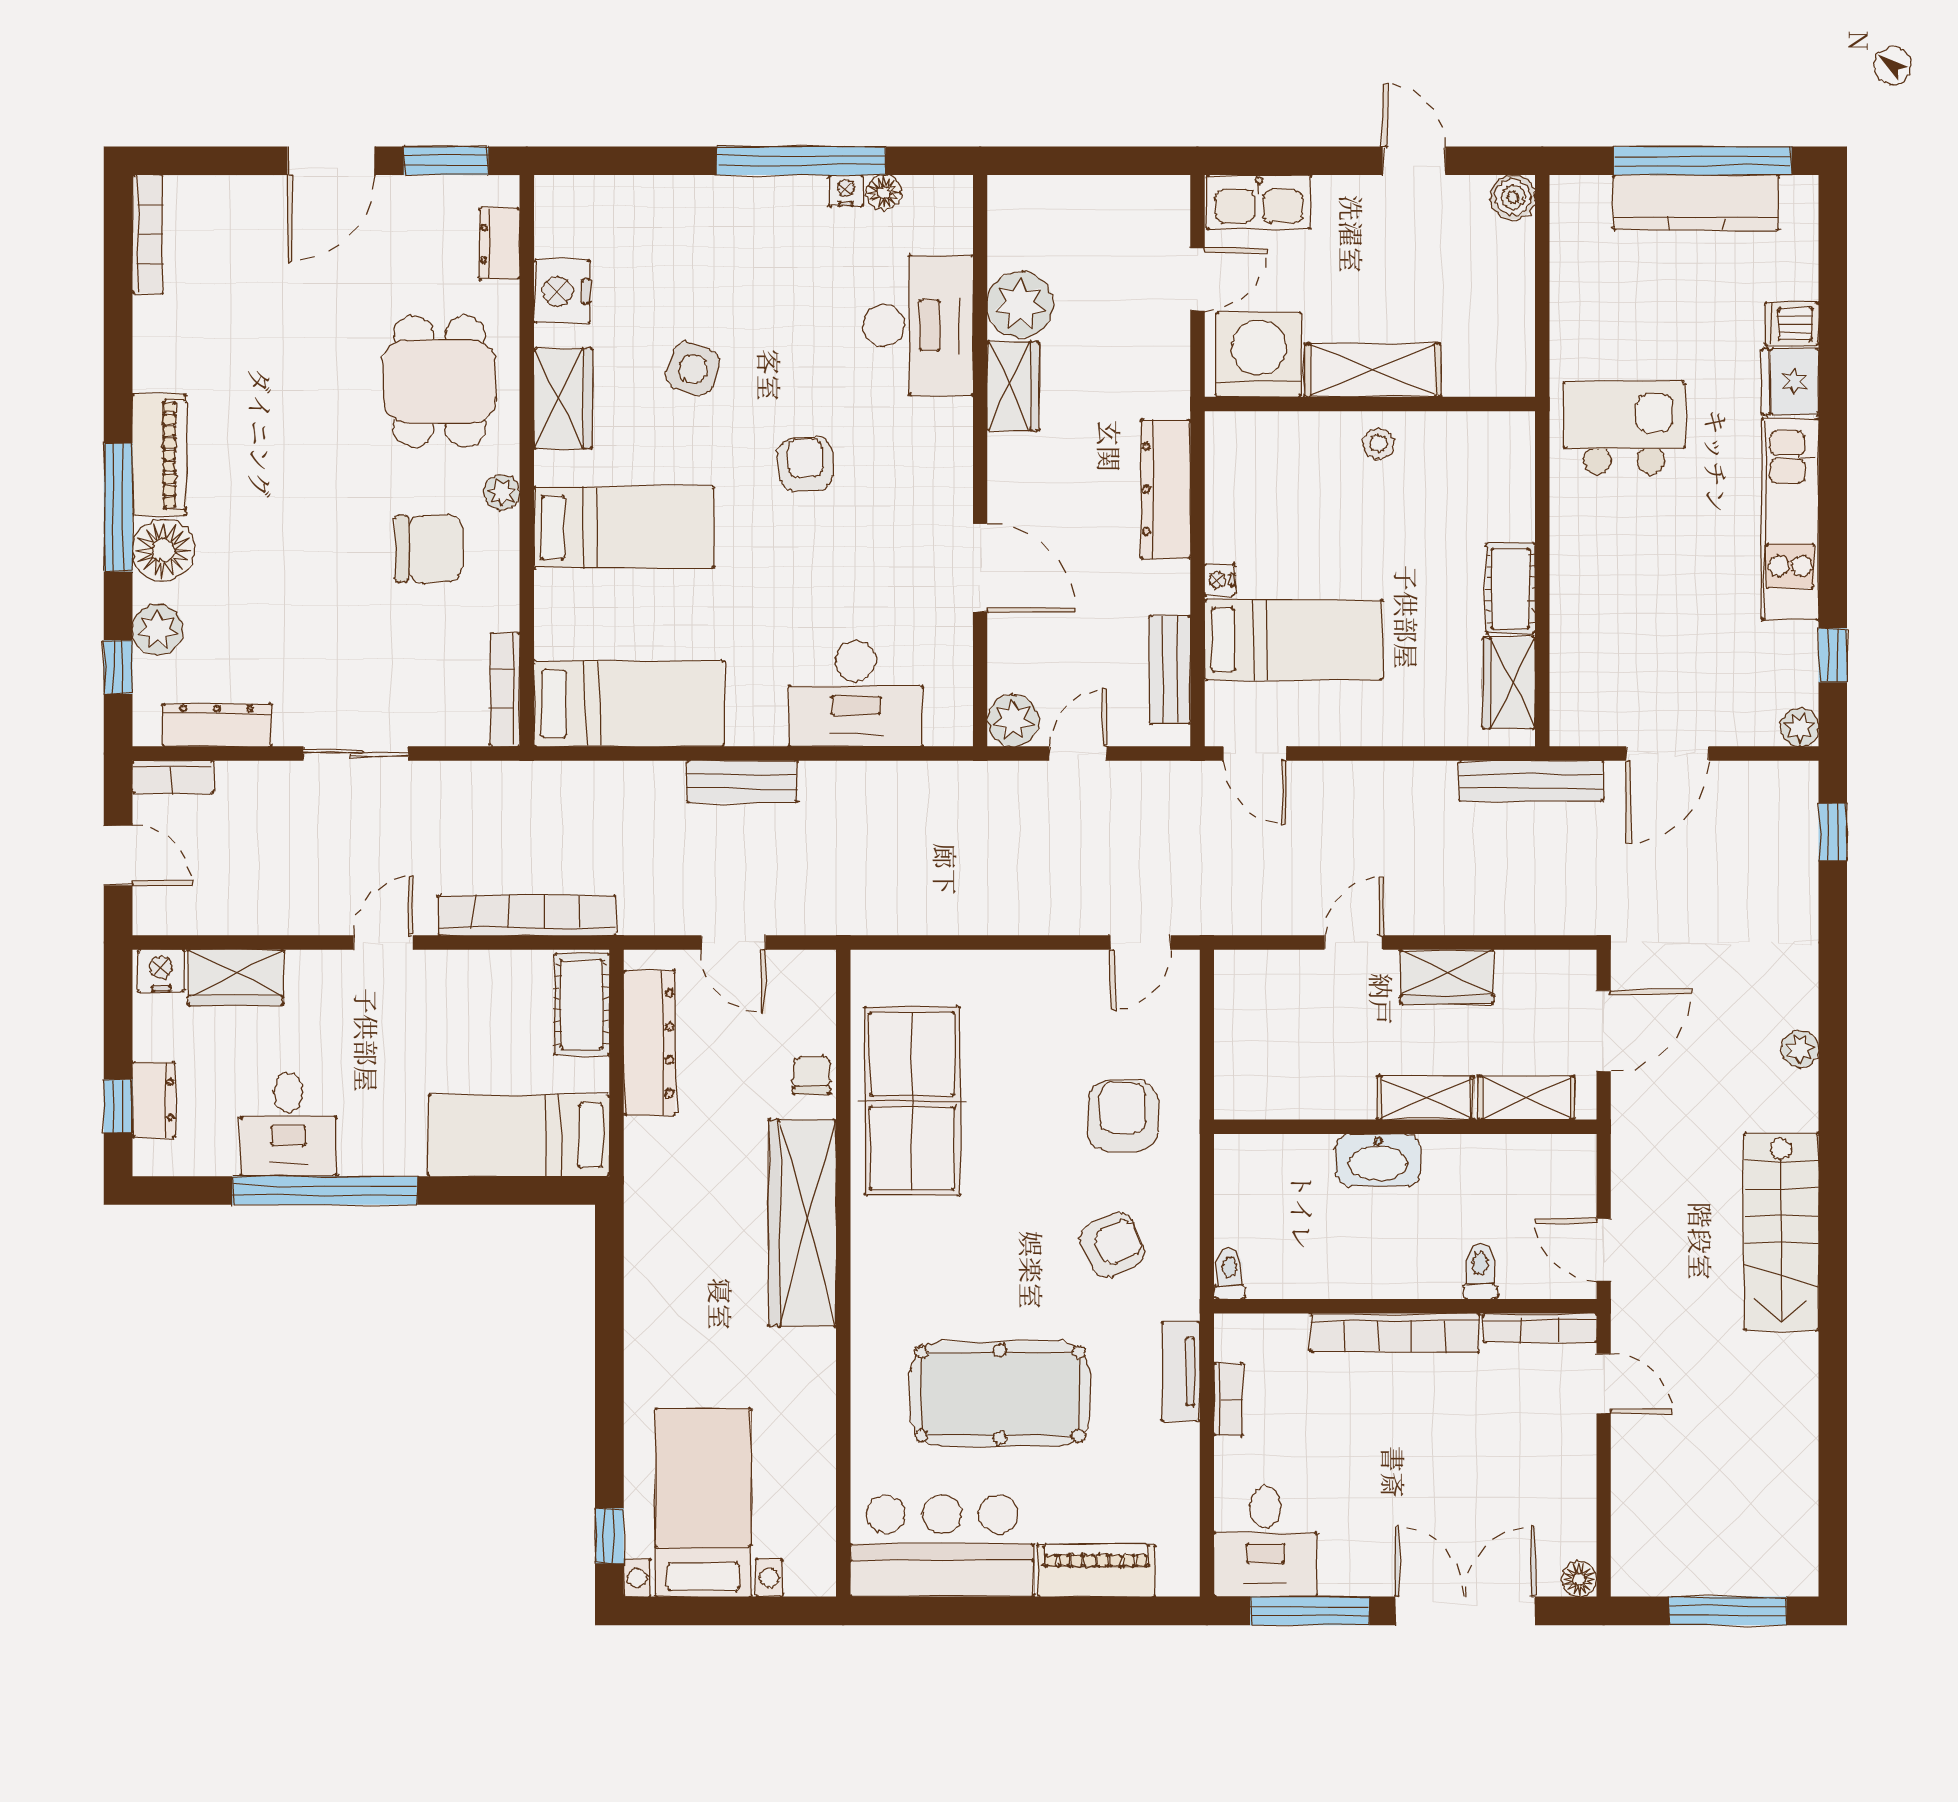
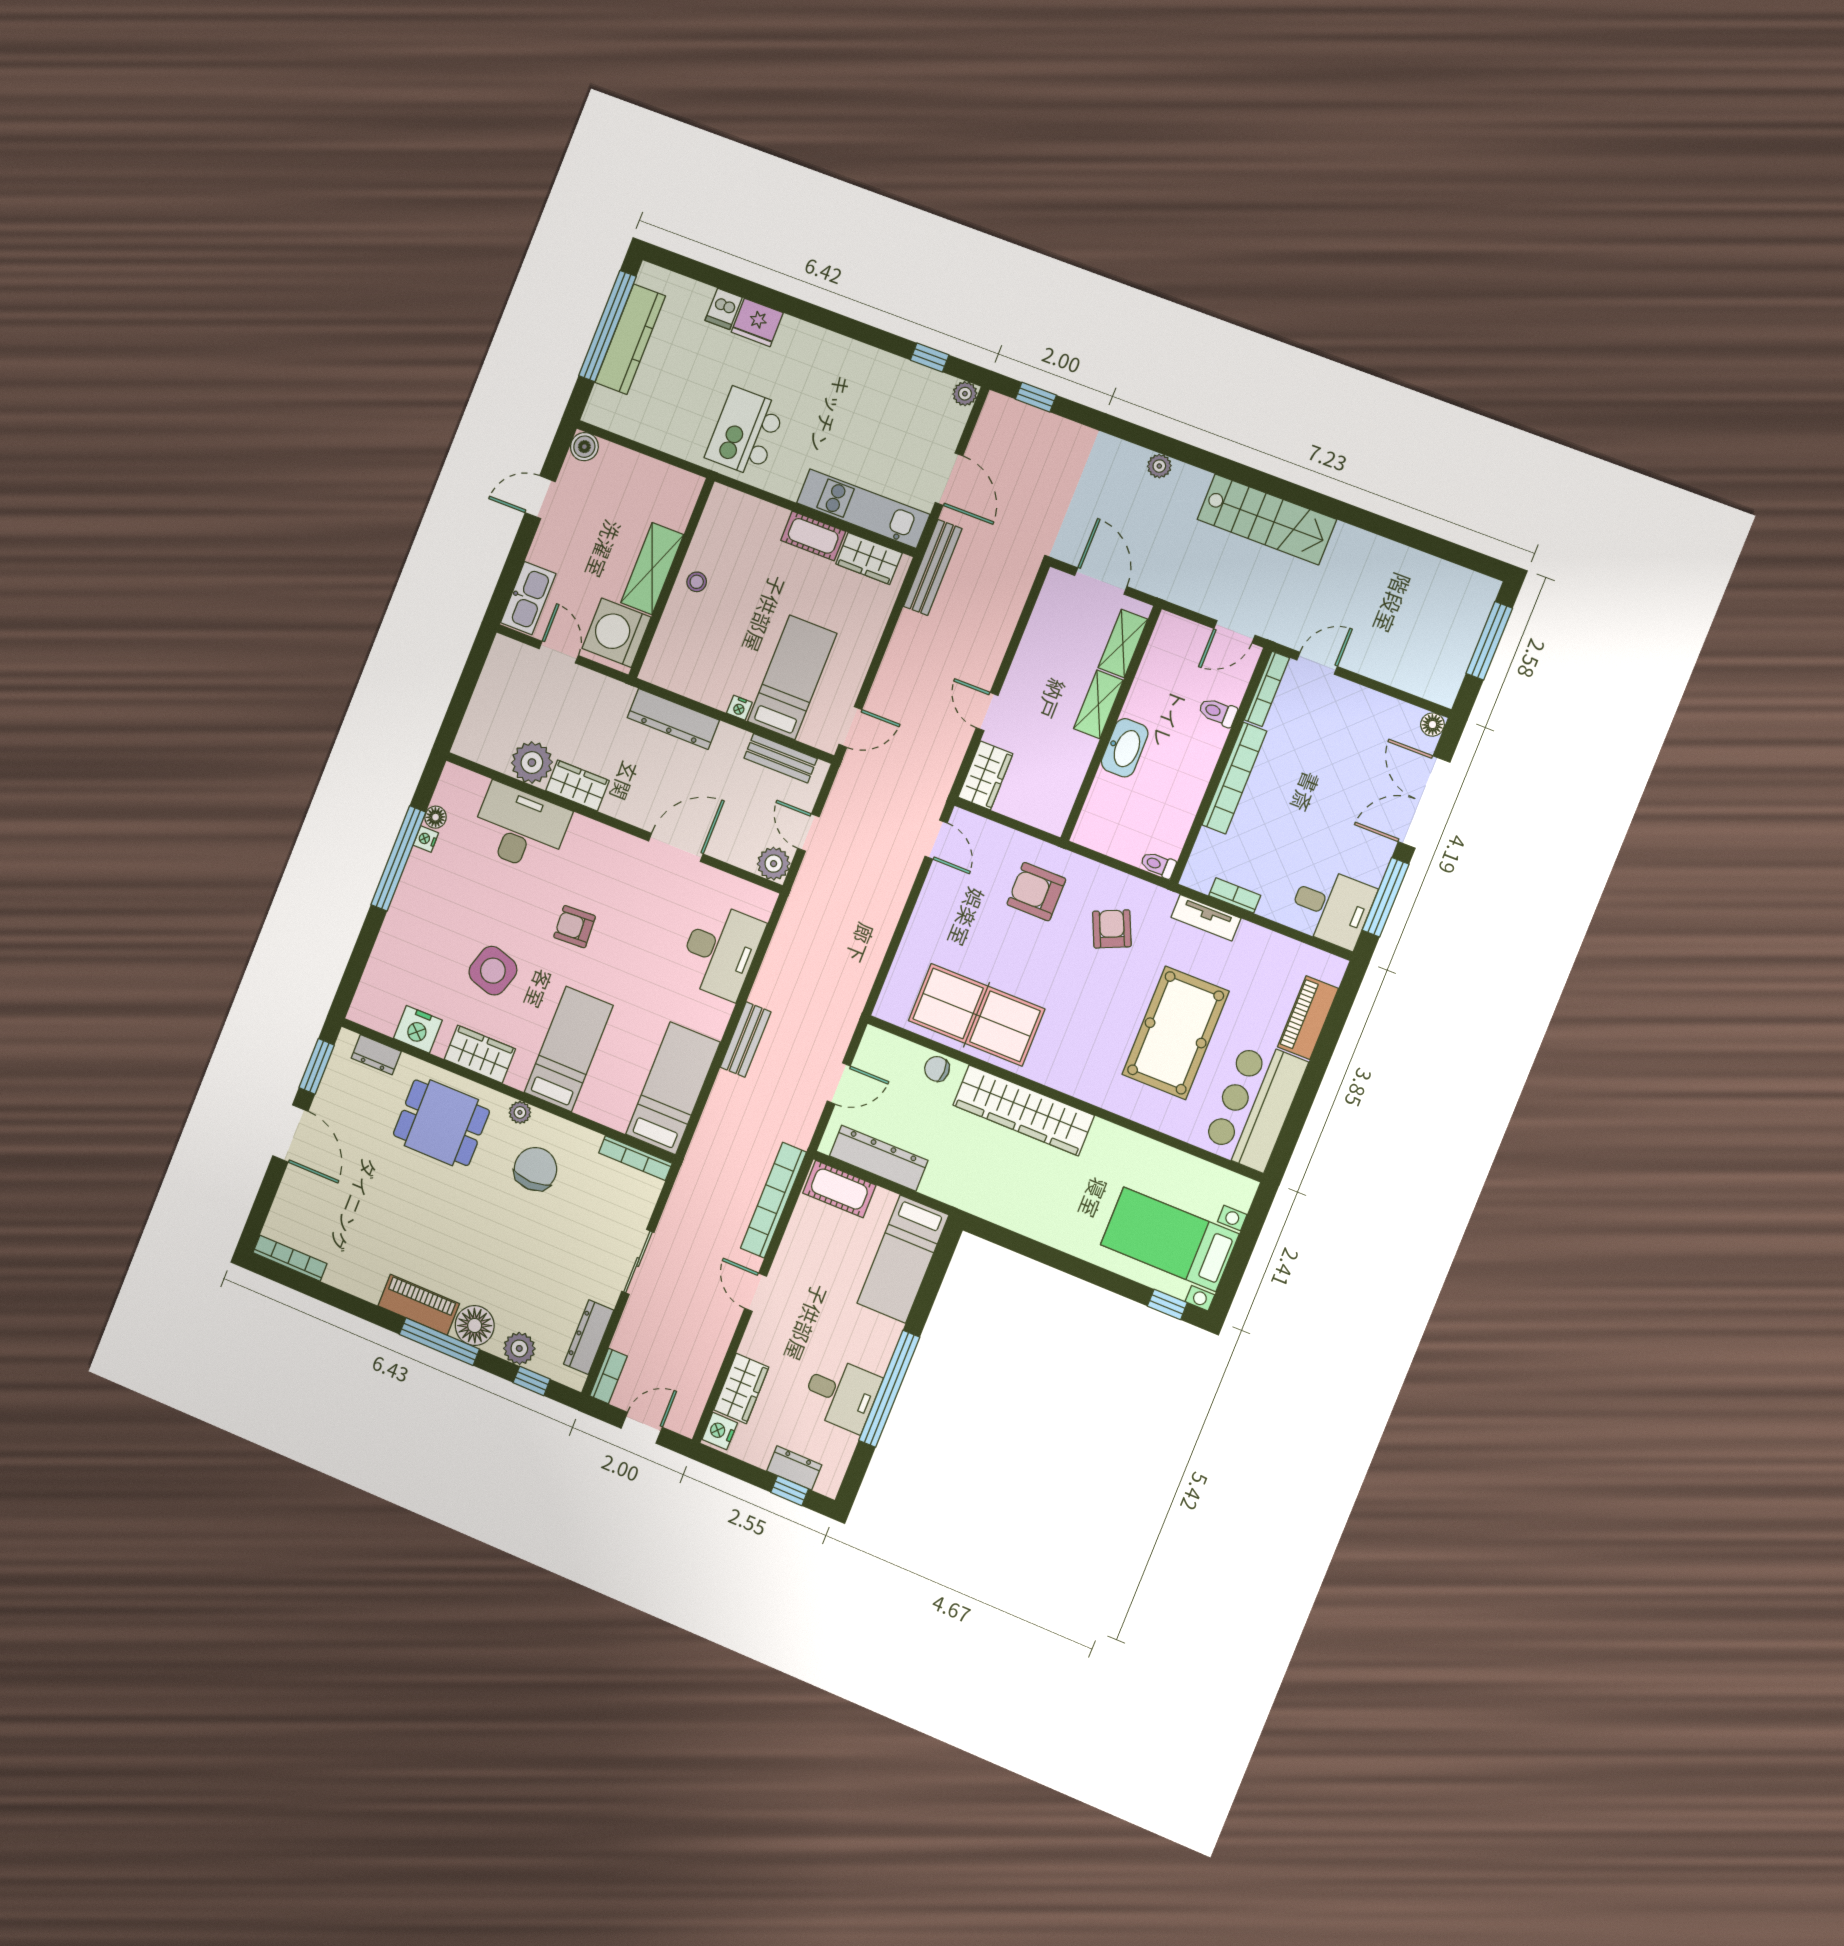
side table: (693, 369) -> (493, 971), width x1.37, depth x1.37
kitchen unit: (1790, 519) -> (863, 509), moved, turned 180
wardrobe: (1447, 977) -> (985, 775), moved

